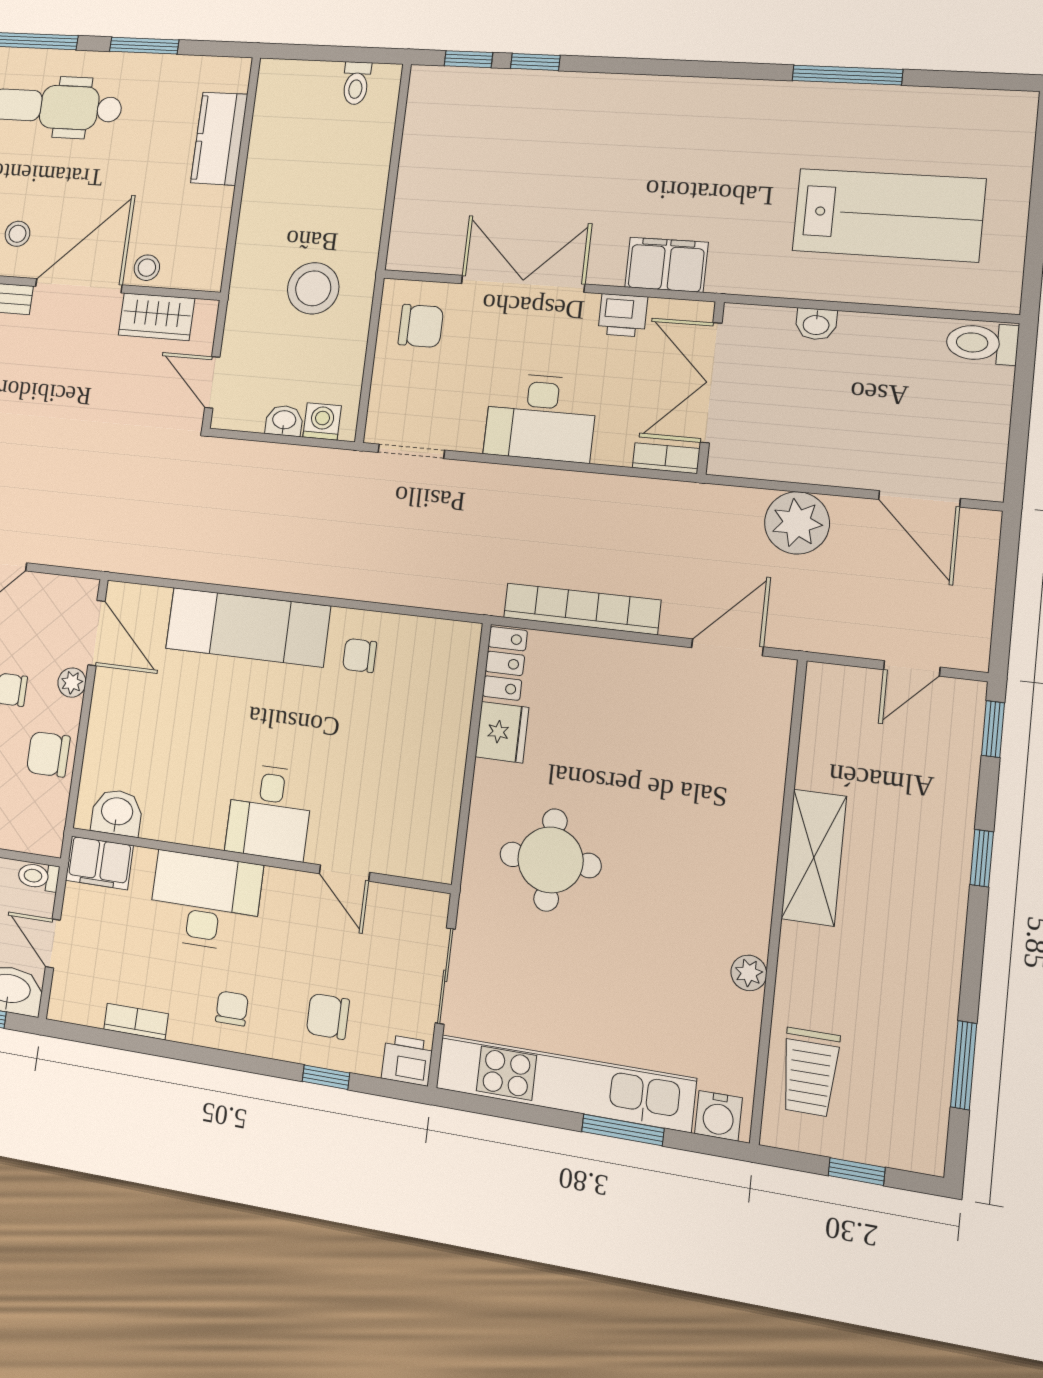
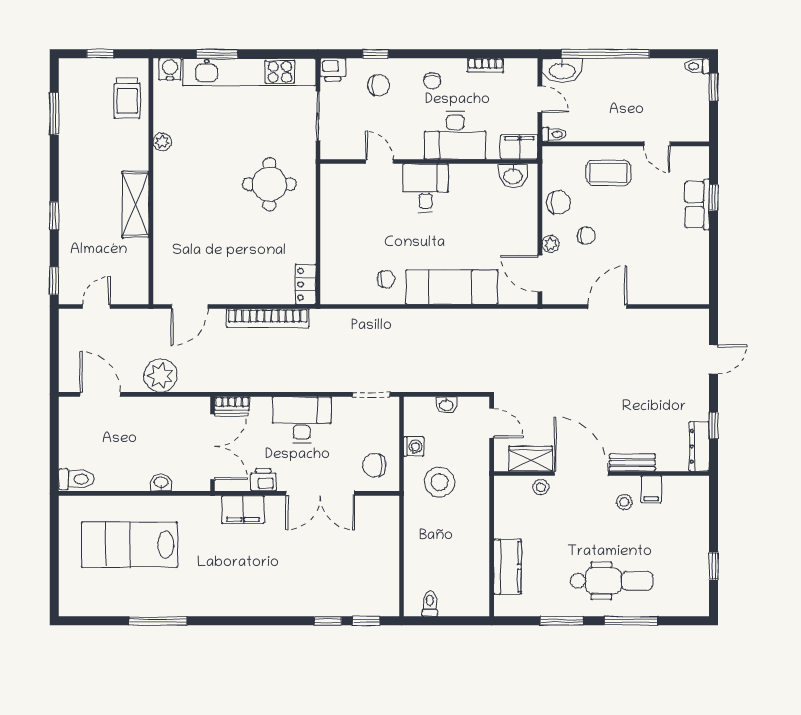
door: (79, 286) -> (581, 474), swing flipped
washing machine: (322, 421) -> (414, 446), moved, turned -90
fridge: (502, 732) -> (303, 247), removed
trolley: (810, 1072) -> (127, 98), turned 180

